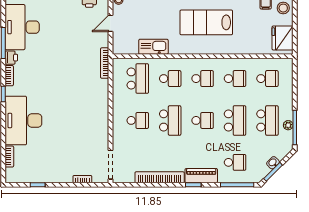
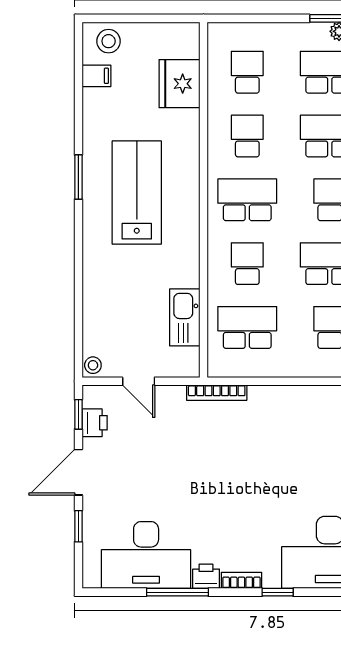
lab bench: (206, 22) -> (137, 193), turned 180
fridge: (283, 38) -> (179, 84), moved, turned 90
kitchen sink: (153, 47) -> (185, 317), moved
school desk: (203, 79) -> (247, 200), width x1.85

